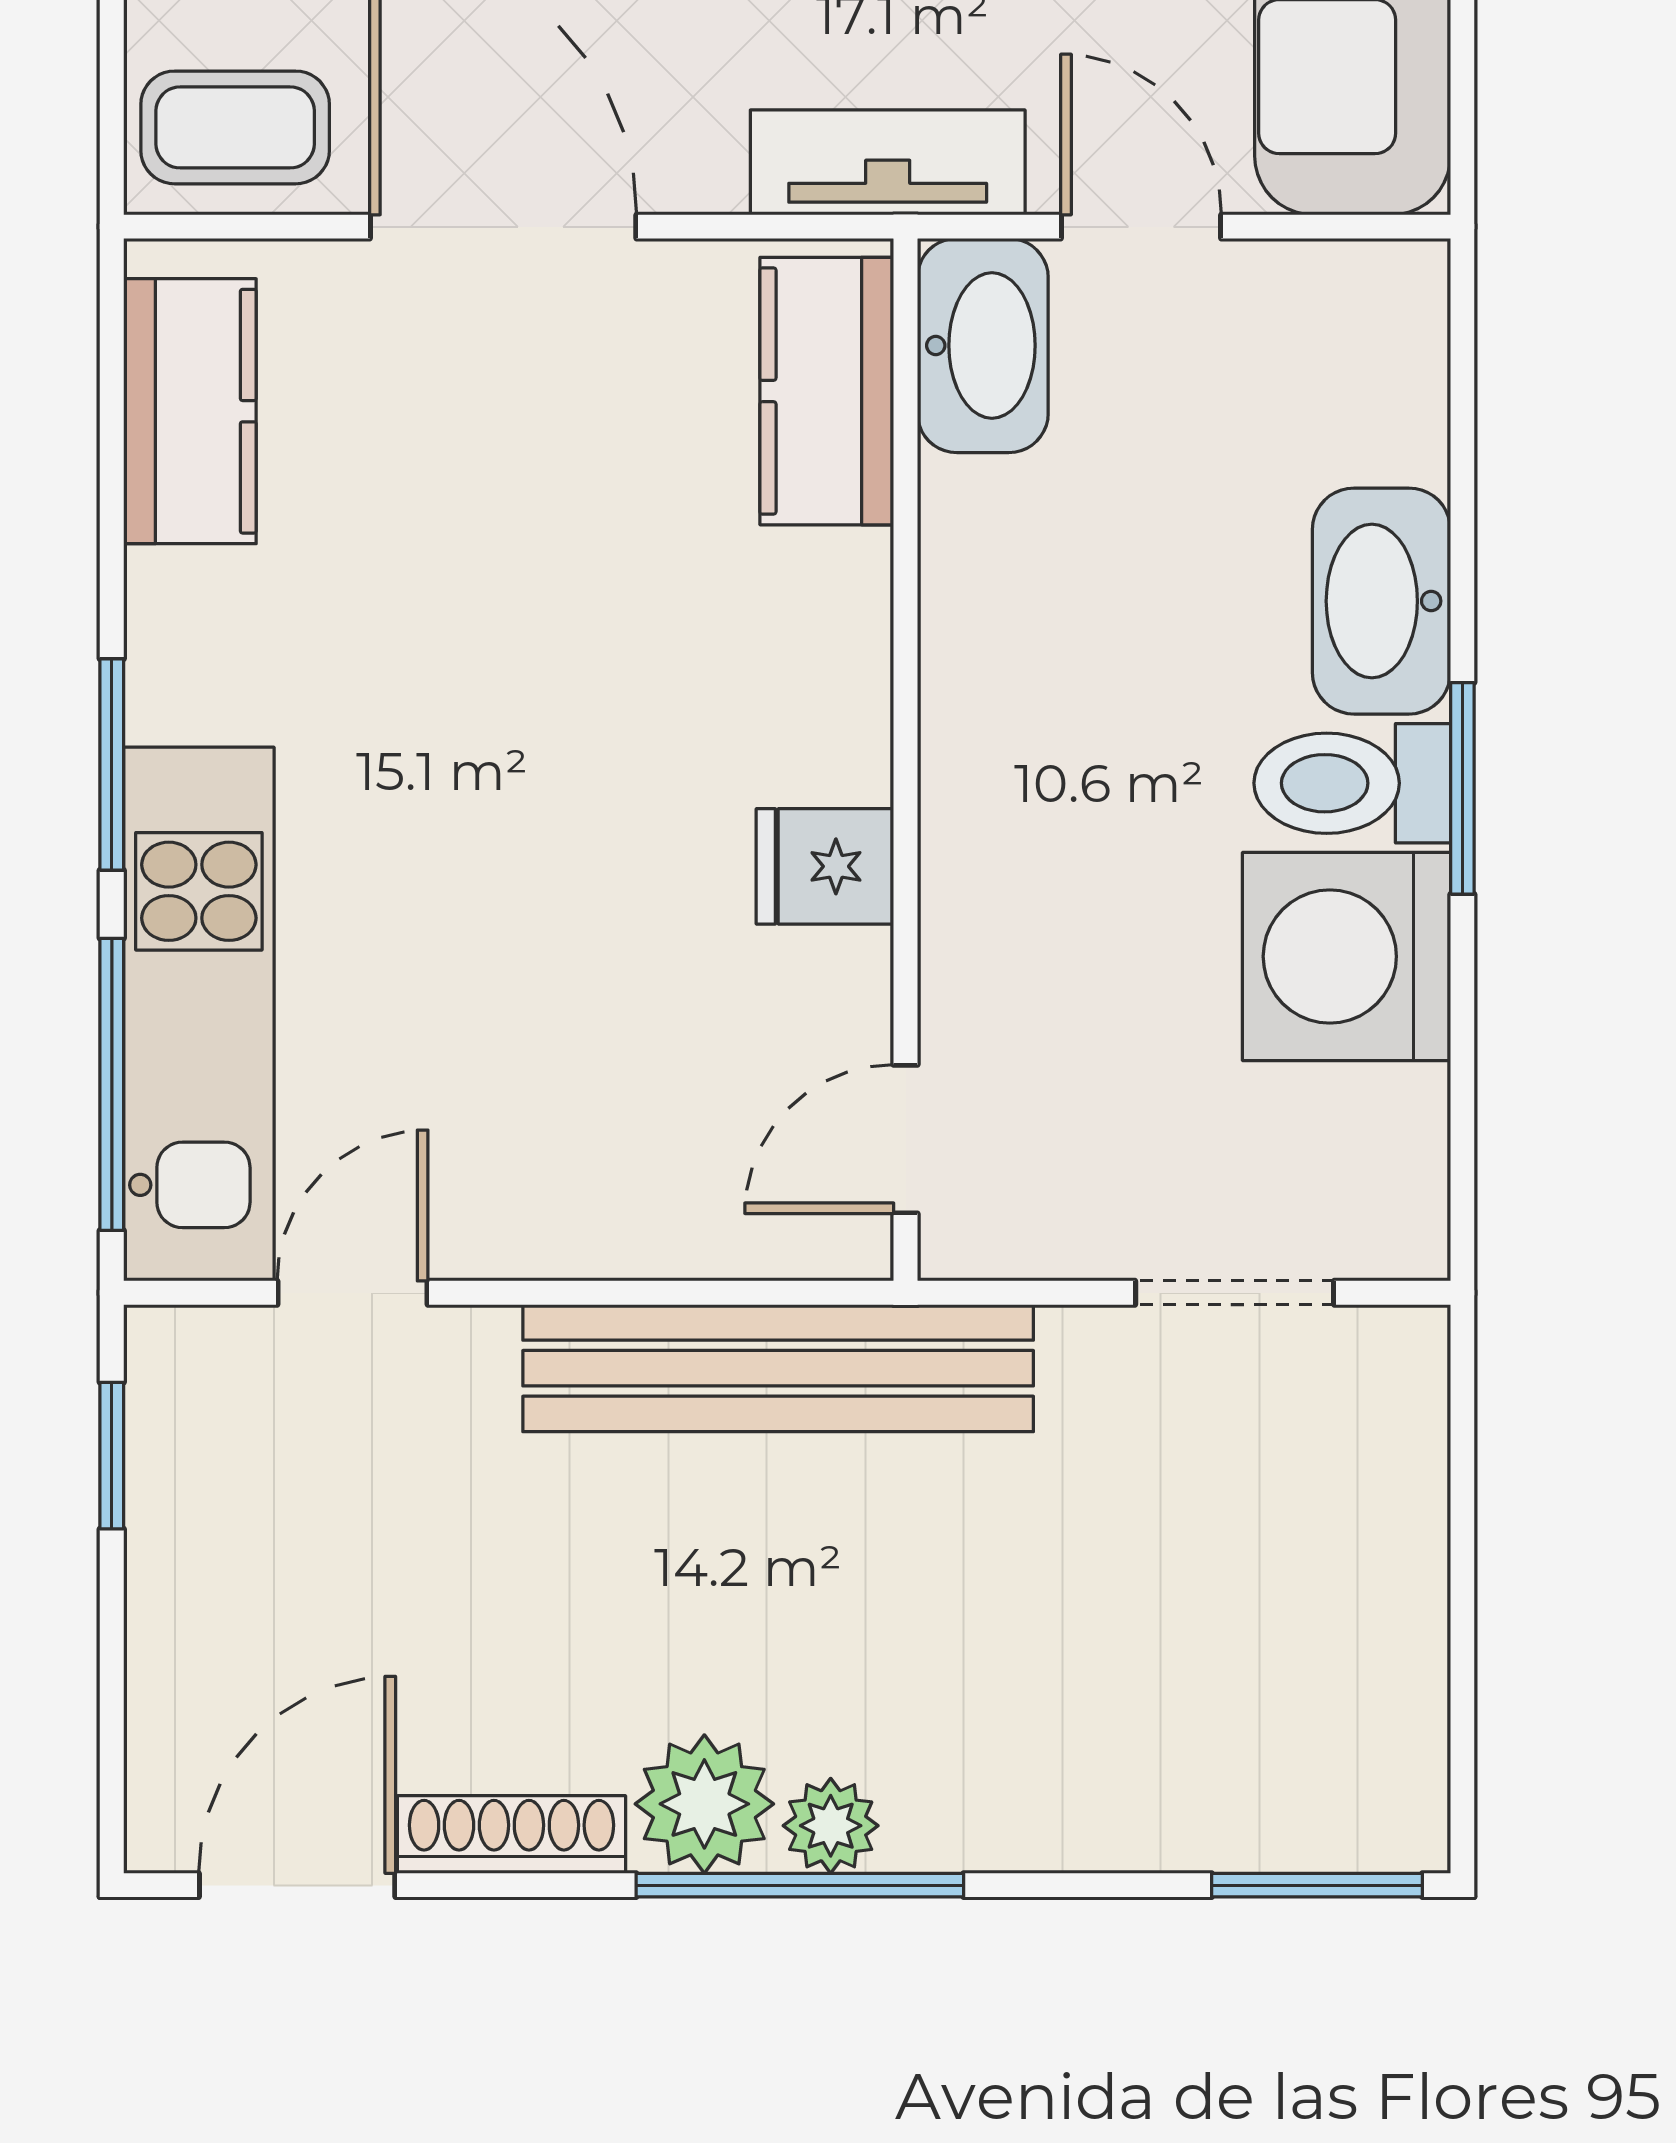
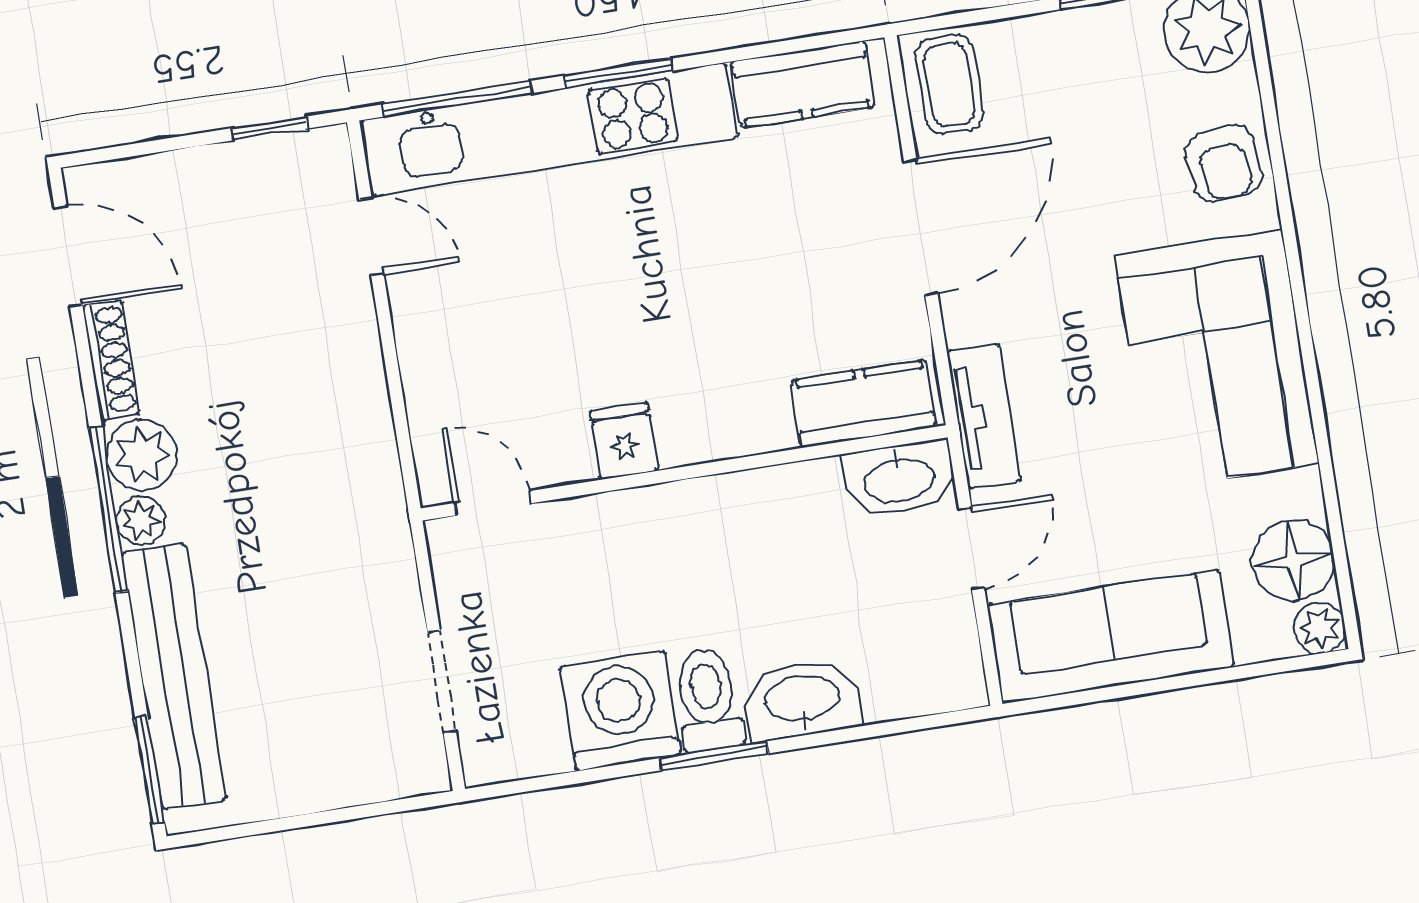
kitchen unit: (199, 1014) -> (548, 129), width x1.36
bench: (778, 1368) -> (174, 676), moved

